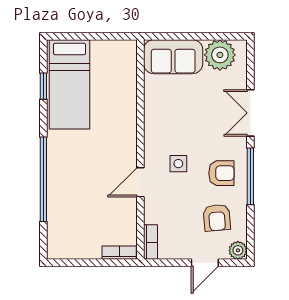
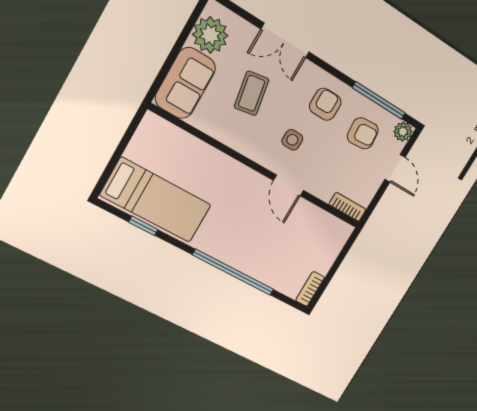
coffee table: (195, 111) -> (252, 93), added
window: (250, 176) -> (379, 100), moved
bookcase: (119, 253) -> (310, 289), moved

